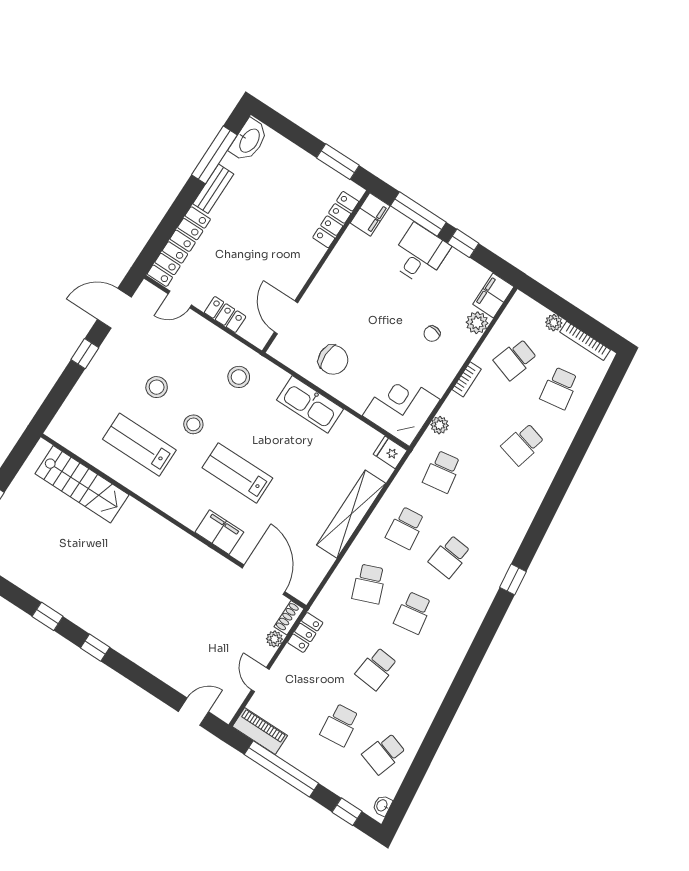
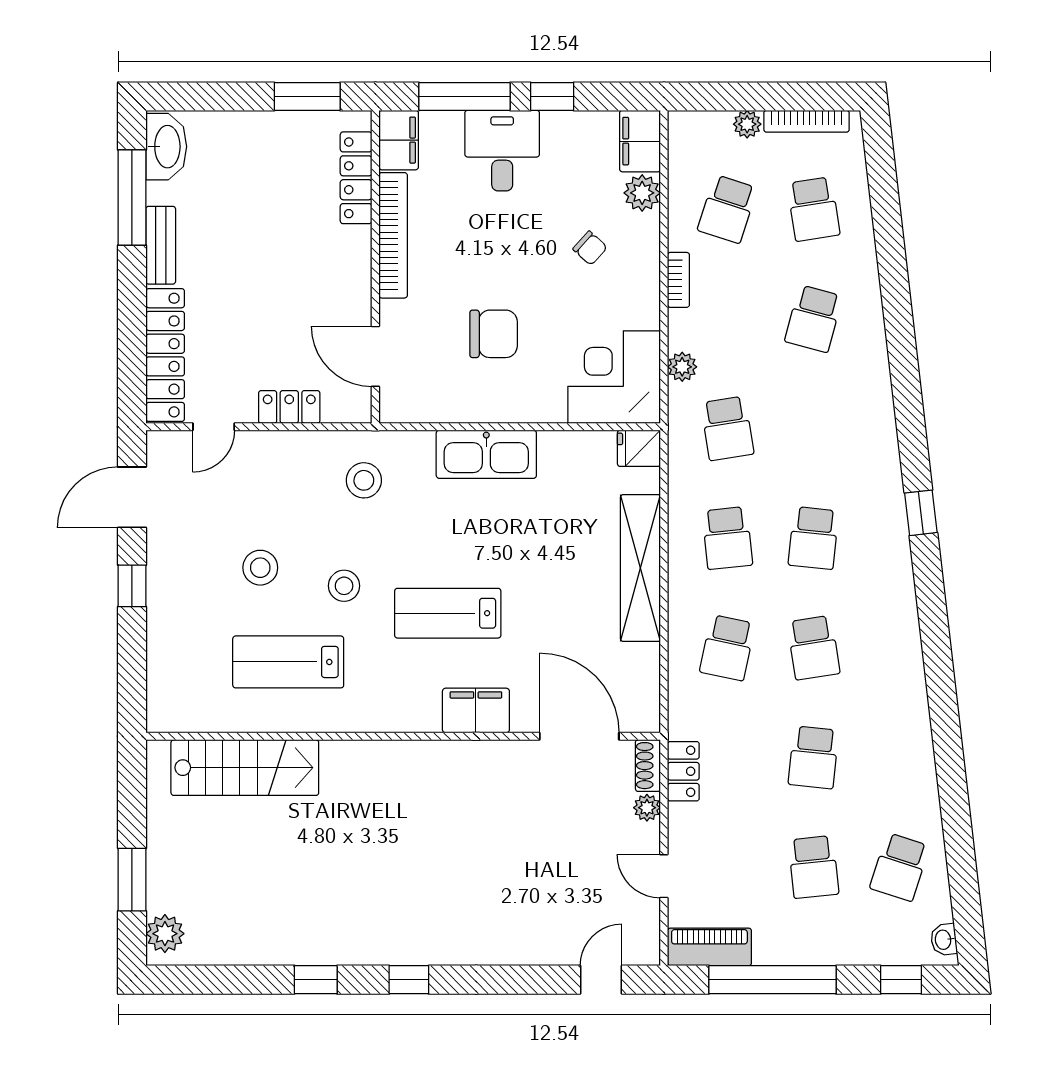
bookcase: (335, 261) -> (393, 235), added
chair: (432, 334) -> (590, 248), turned -57
chair: (333, 360) -> (494, 334), moved
school desk: (369, 584) -> (727, 648), turned 33

